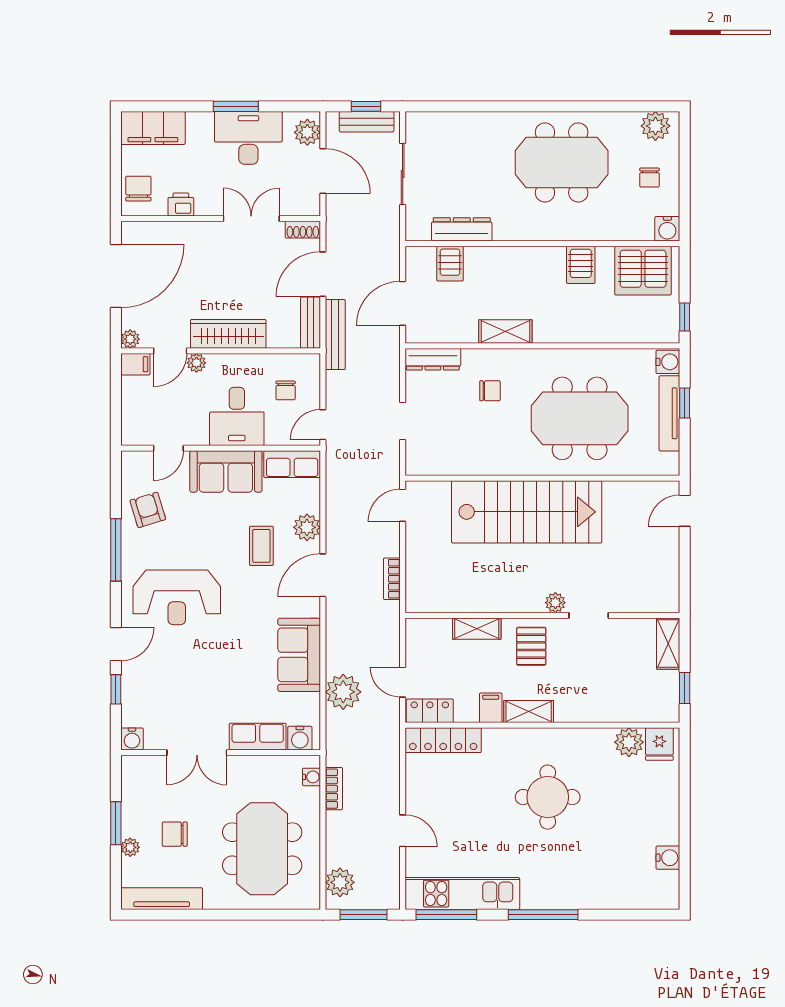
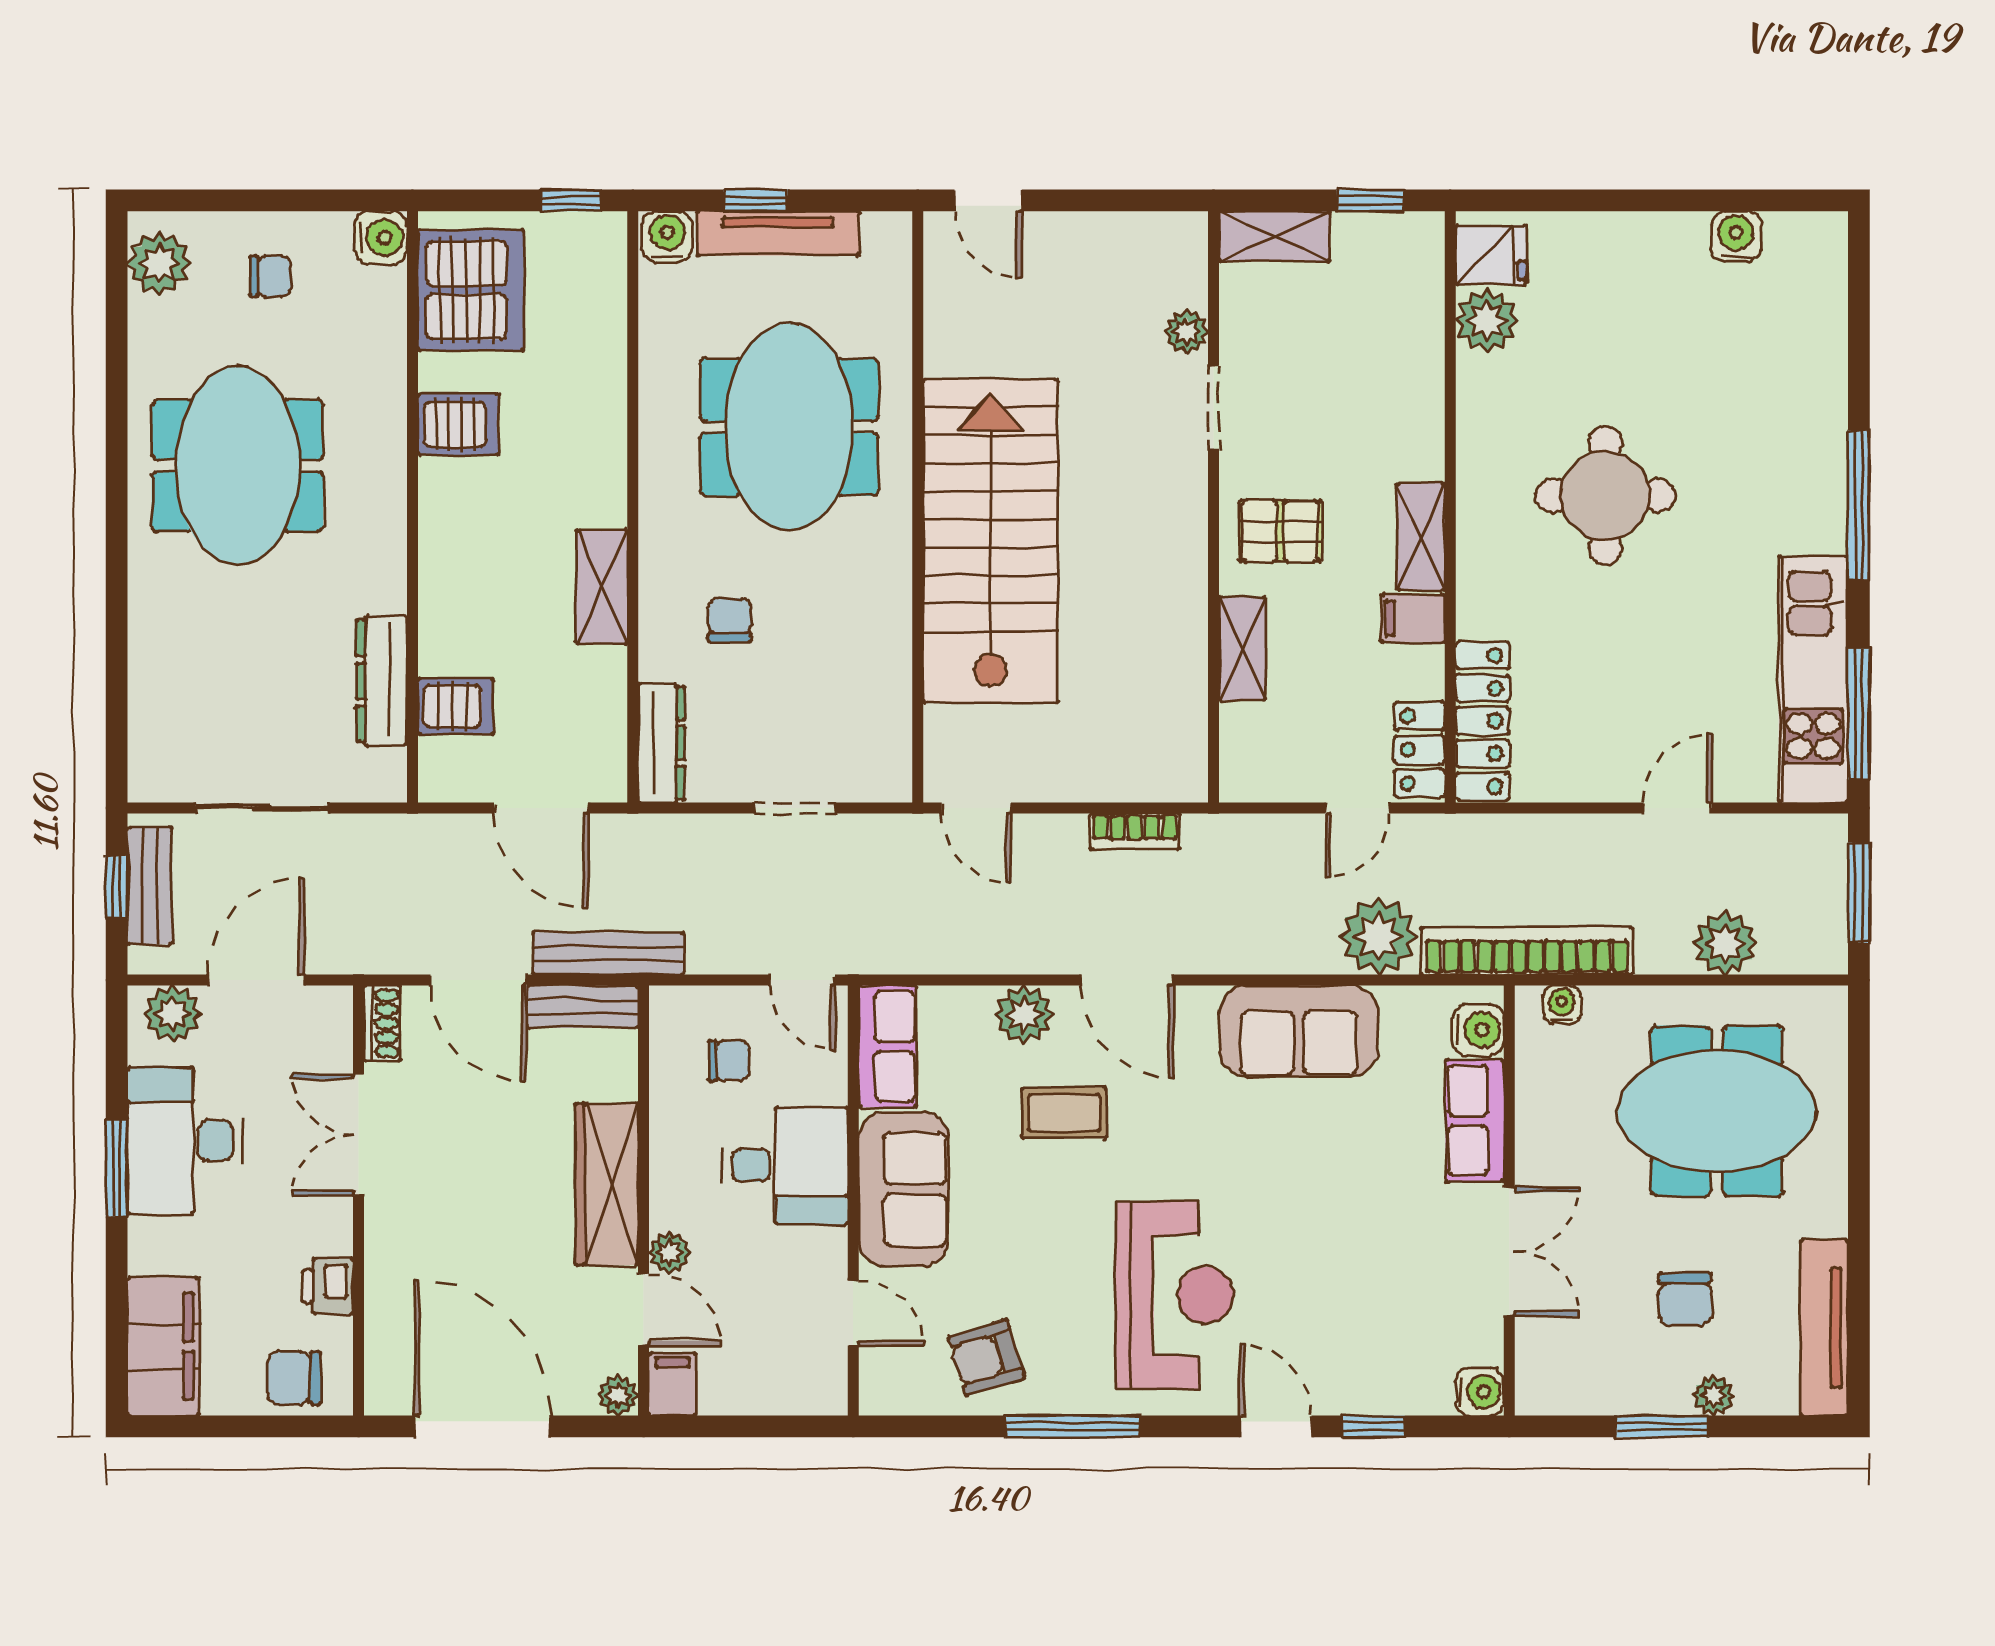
plant: (555, 603) -> (1186, 332), moved
bookcase: (334, 789) -> (1527, 951), width x2.31, depth x1.31
plant: (340, 882) -> (1725, 943), moved

